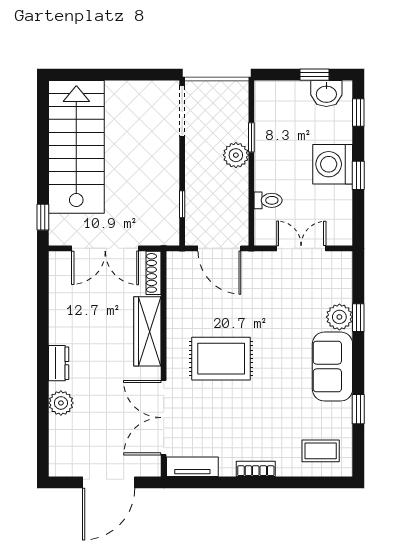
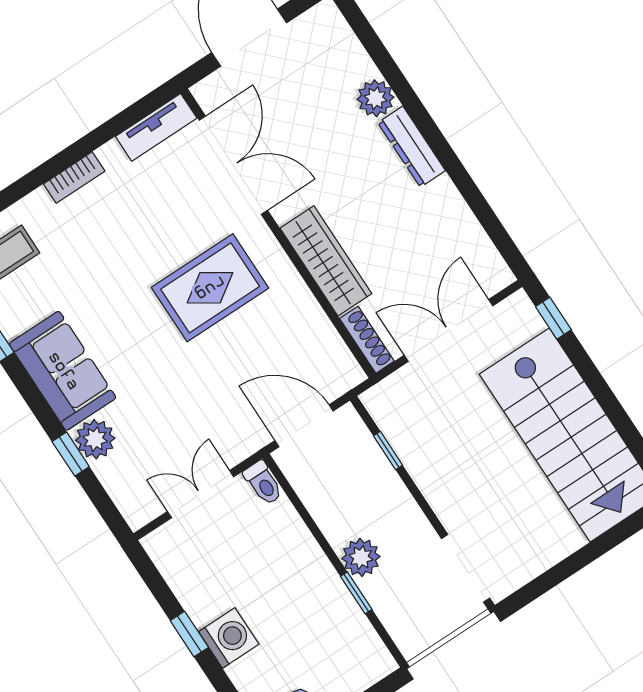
washing machine: (333, 164) -> (229, 638), width x0.73, depth x0.73
toilet: (268, 200) -> (263, 483), moved, turned -90
double door: (301, 248) -> (201, 494), swing flipped
dresser: (59, 363) -> (412, 147), width x1.44

